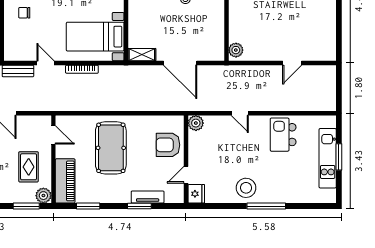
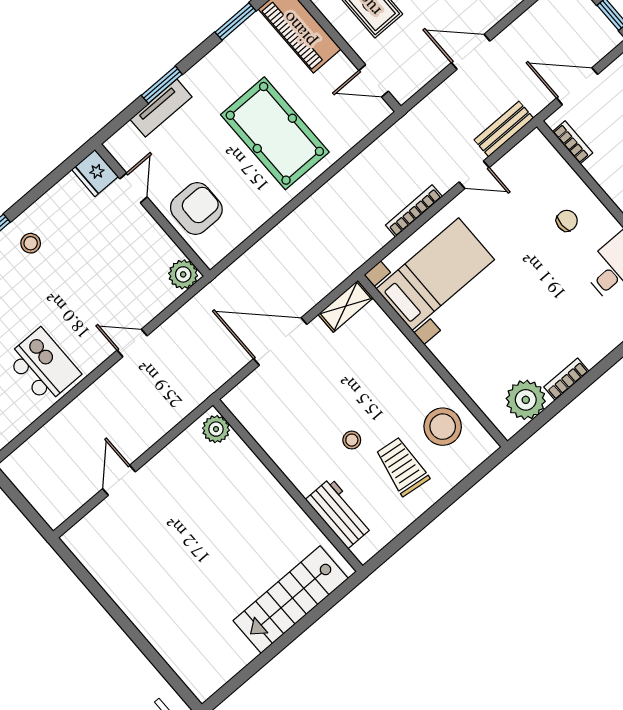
stool: (246, 188) -> (31, 243), width x0.53, depth x0.53

